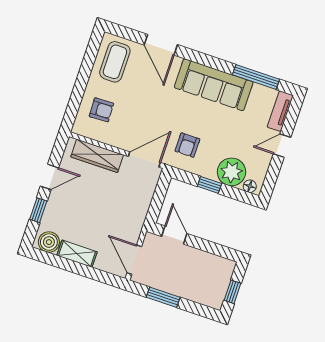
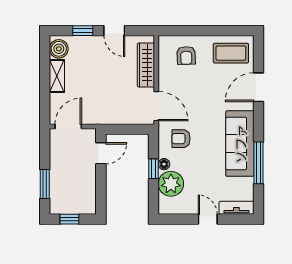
window: (256, 77) -> (258, 163), moved
floor lamp: (250, 186) -> (164, 164), moved
window: (163, 297) -> (45, 184), moved

